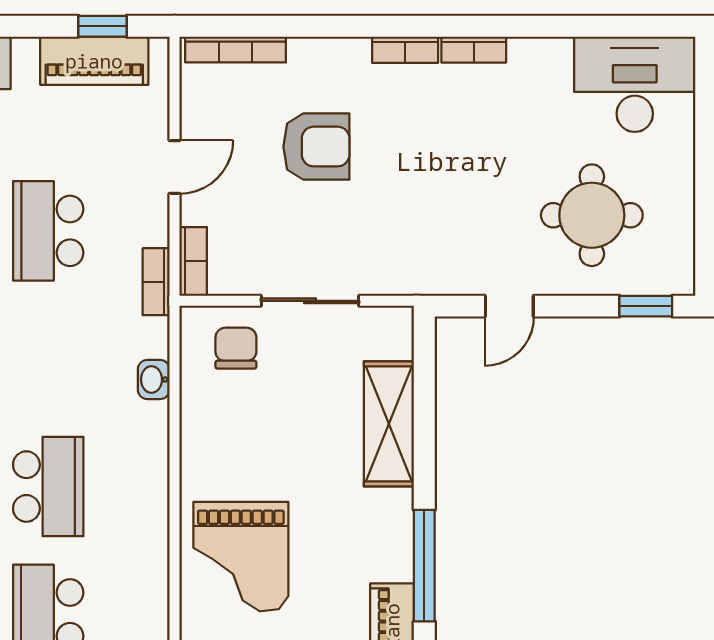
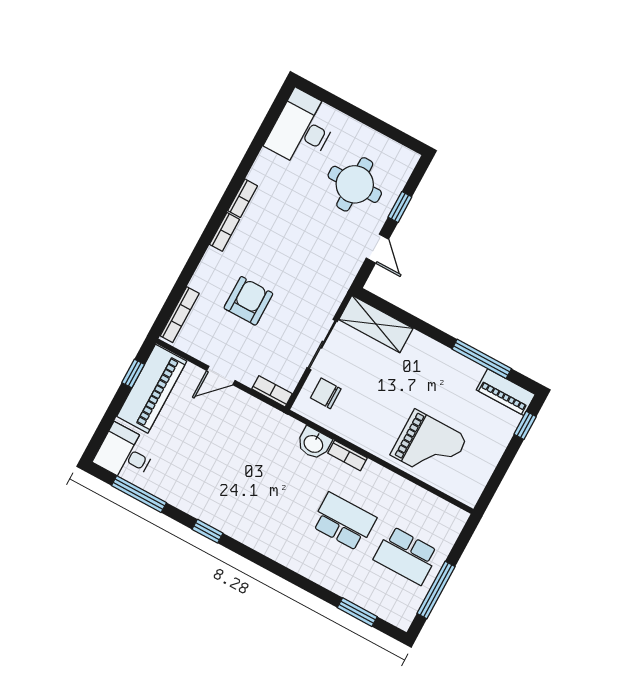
piano: (94, 61) -> (152, 389), width x1.37, depth x1.33
door: (174, 167) -> (221, 376), swing flipped
school desk: (48, 231) -> (219, 454), removed
bookcase: (156, 282) -> (347, 456), moved
window: (646, 306) -> (400, 207), moved
washbasin: (154, 379) -> (314, 443), width x1.38, depth x1.45
shelving: (389, 424) -> (376, 324), moved

